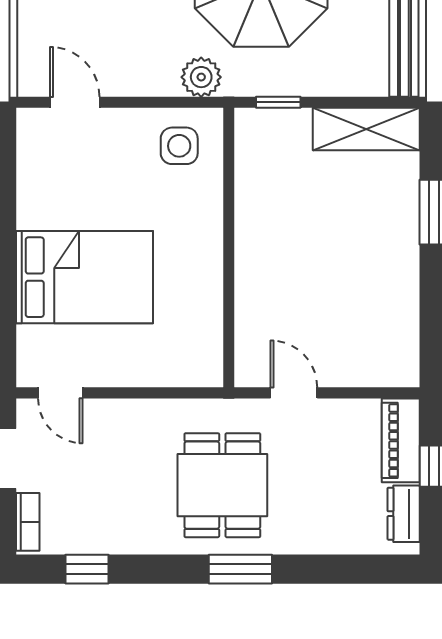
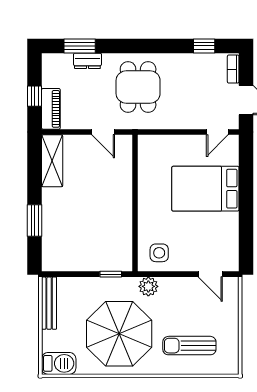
shelving: (366, 129) -> (52, 161), moved, turned 90
door: (60, 393) -> (217, 132), swing flipped
dresser: (404, 514) -> (87, 61), moved, turned 90
window: (240, 569) -> (80, 46), moved

